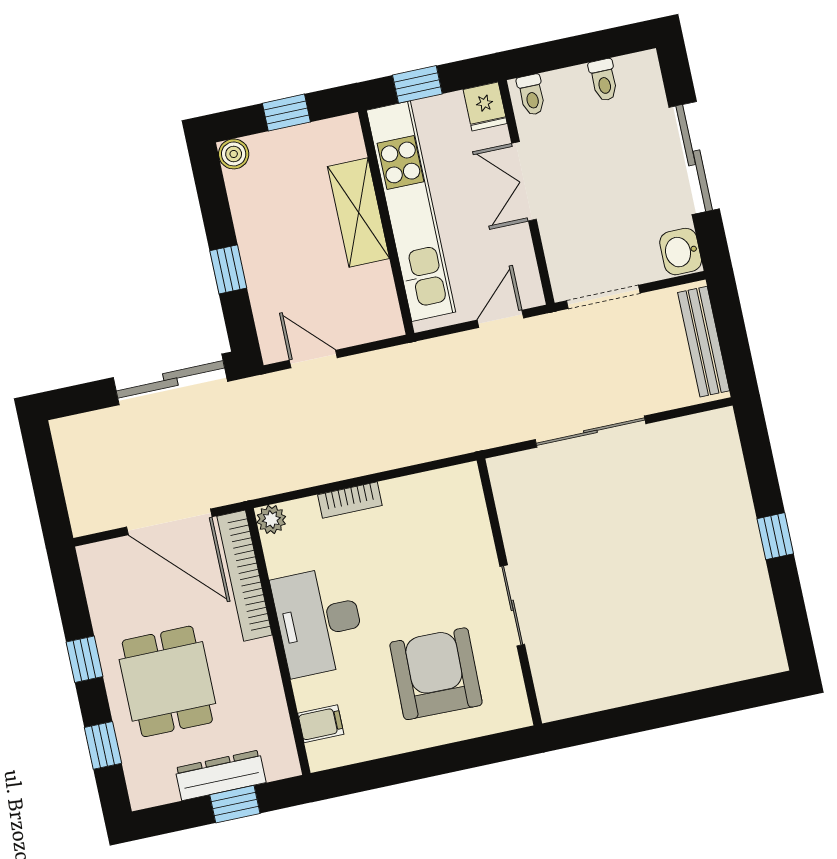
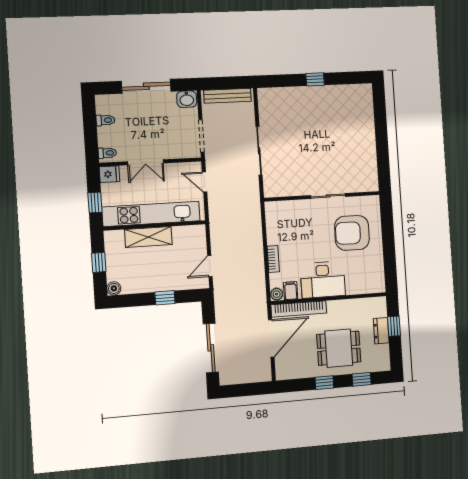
sliding door: (170, 379) -> (211, 348), moved
filing cabinet: (321, 724) -> (291, 291), moved
dresser: (221, 775) -> (381, 331), width x0.70

